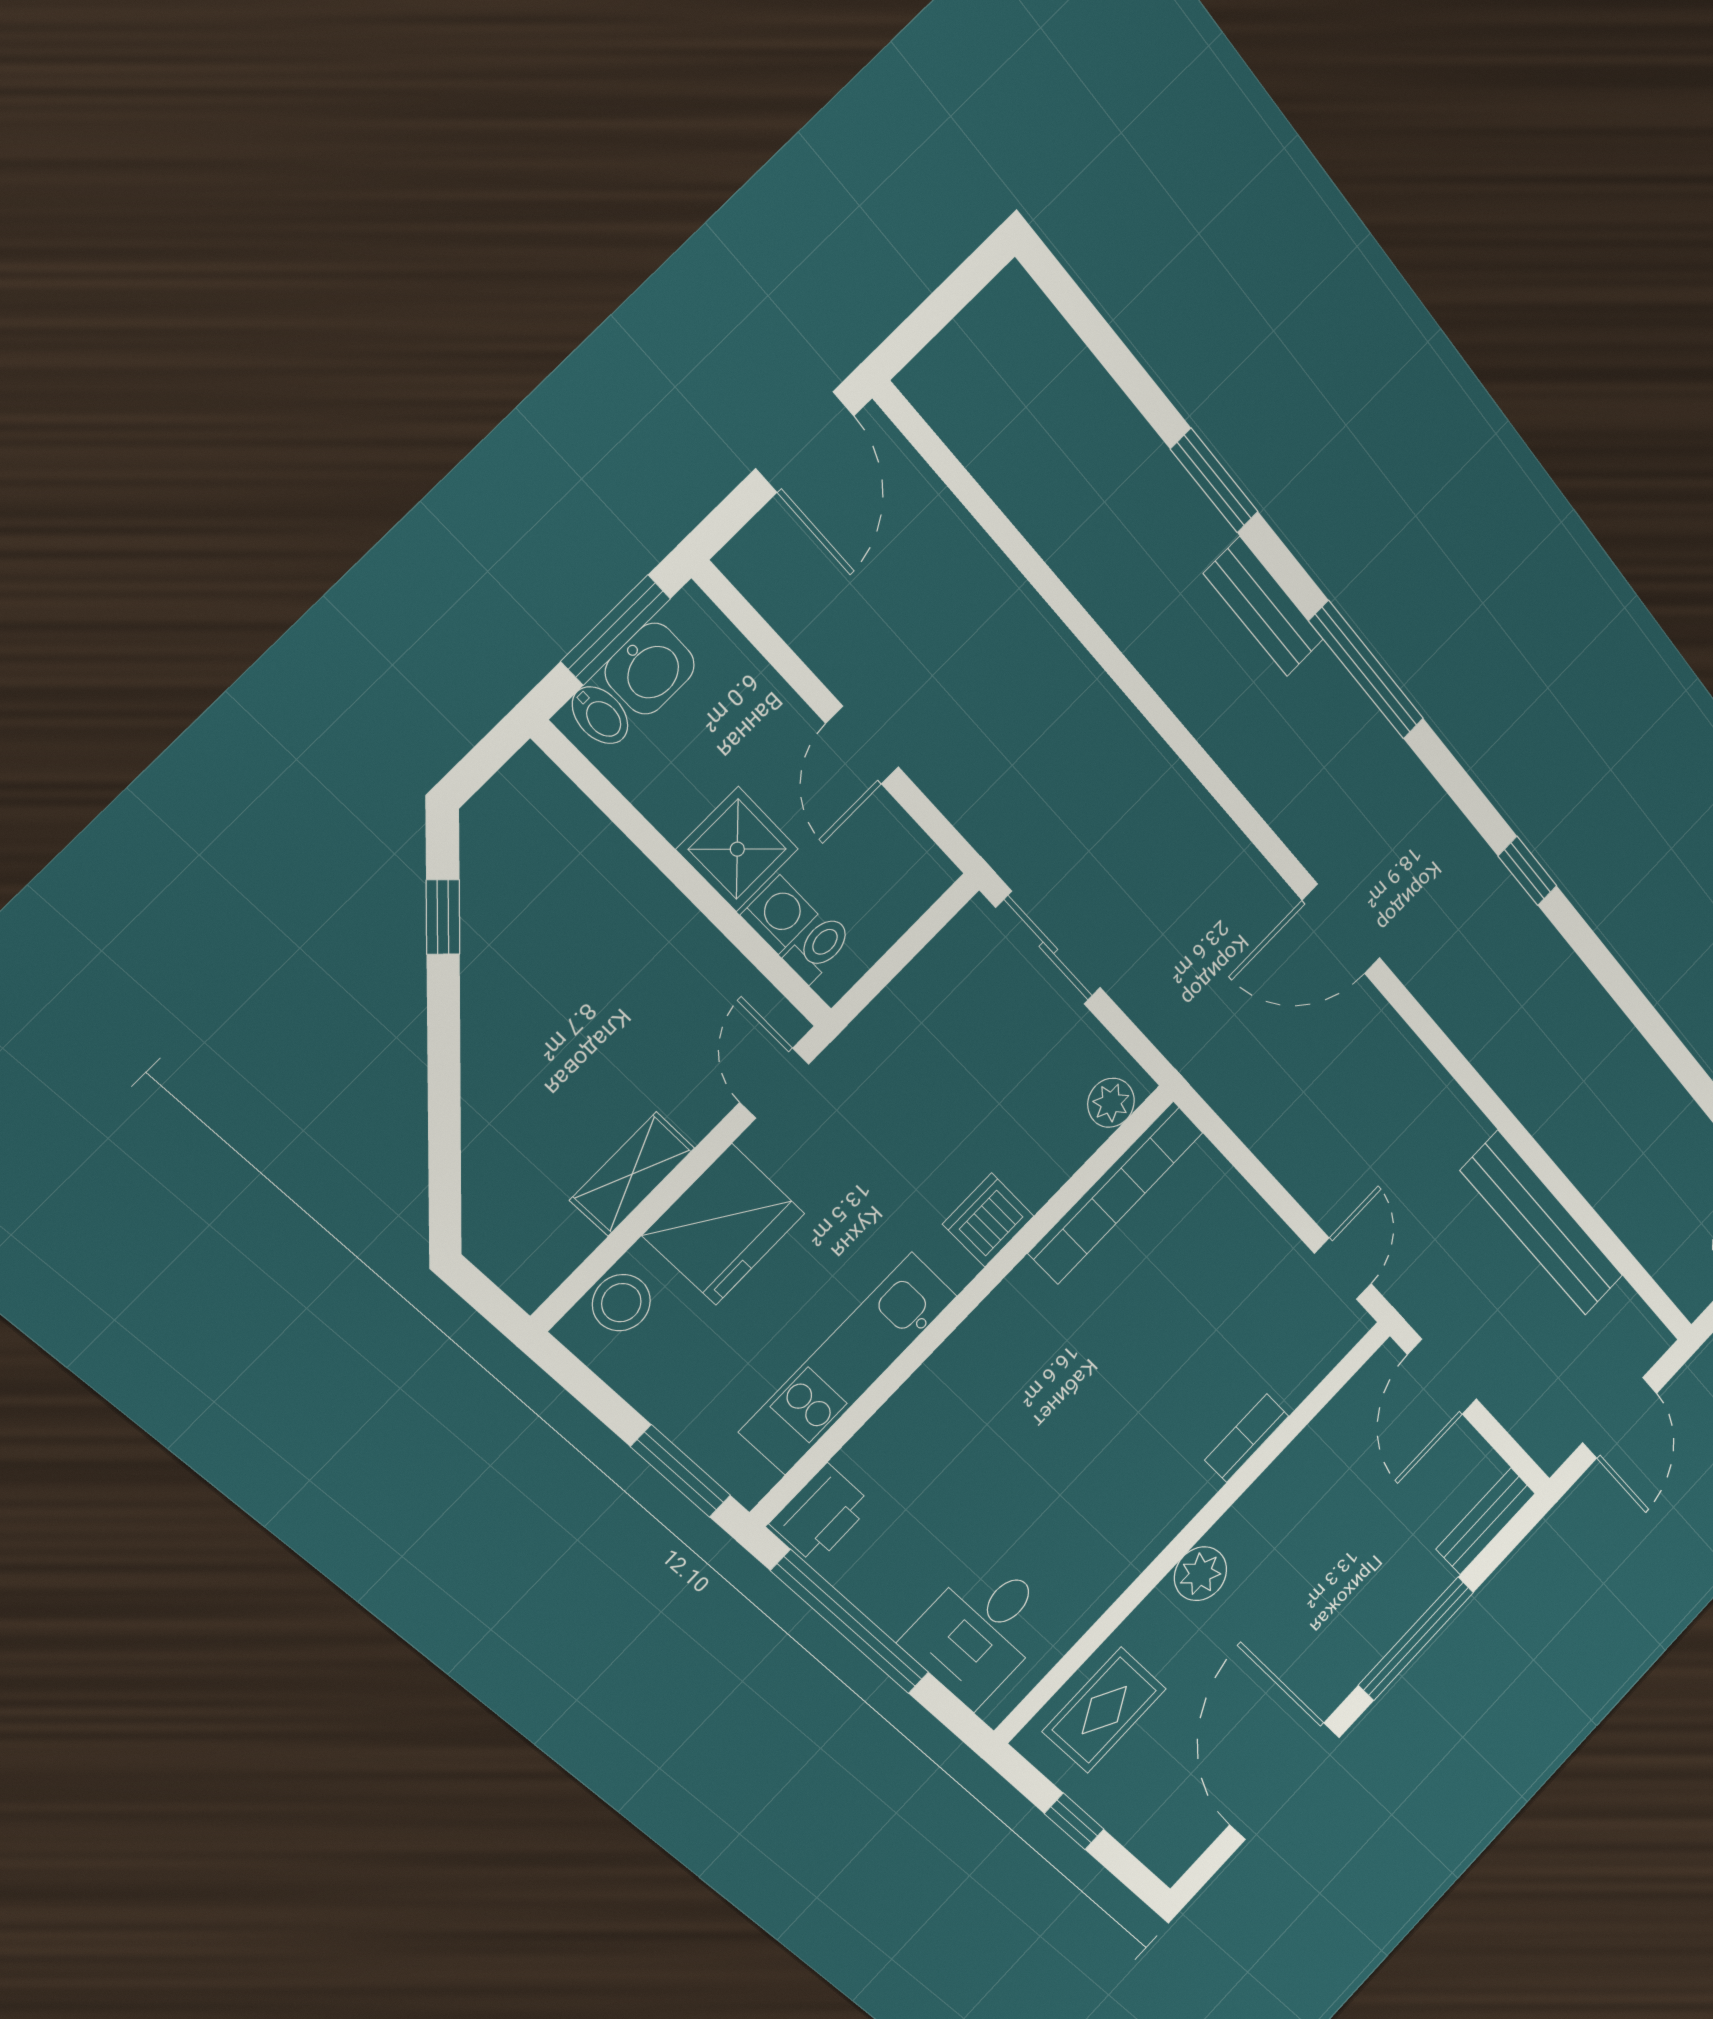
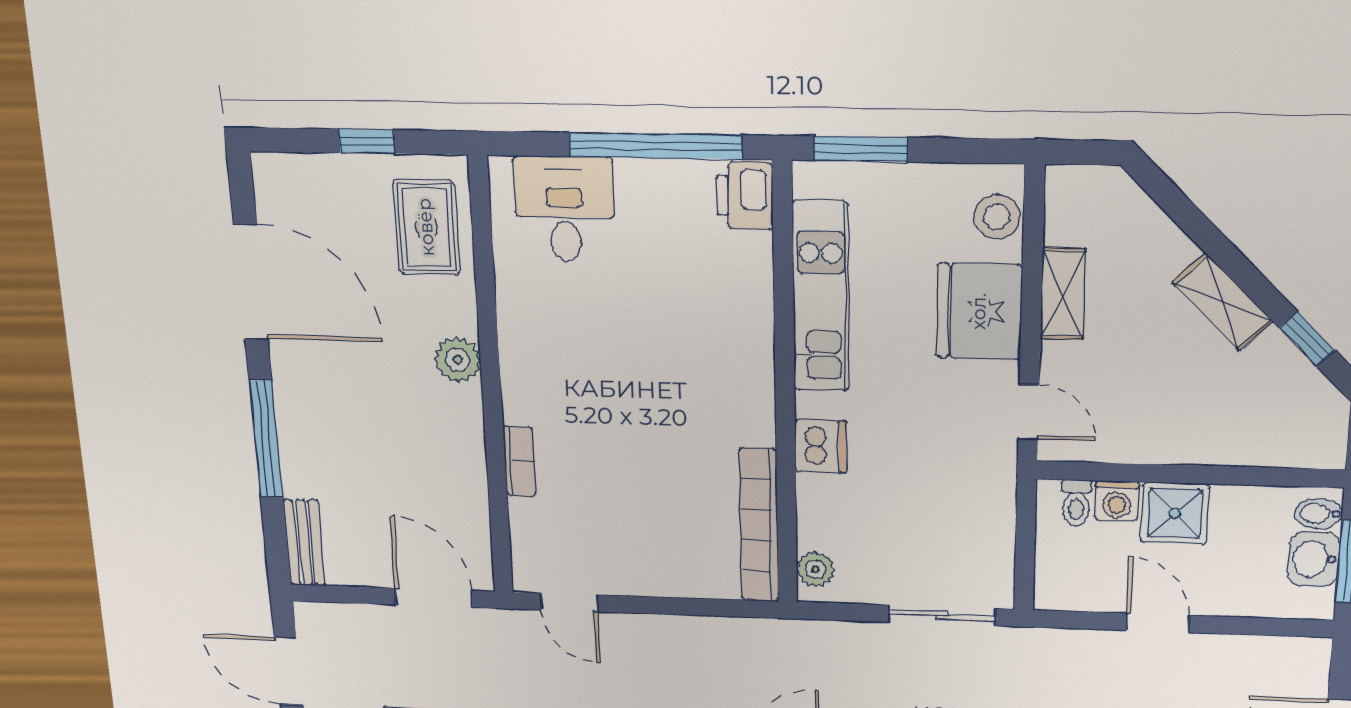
shelving: (490, 1031) -> (1223, 302), added

